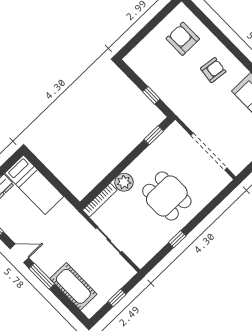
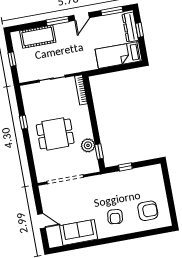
plant: (124, 182) -> (88, 145), moved

